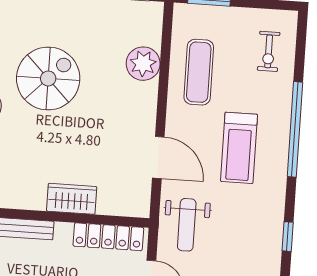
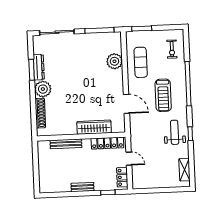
spiral stairs: (48, 78) -> (71, 73), removed
wardrobe: (72, 199) -> (94, 127), width x1.50
weight bench: (187, 225) -> (175, 132), moved, turned 180

